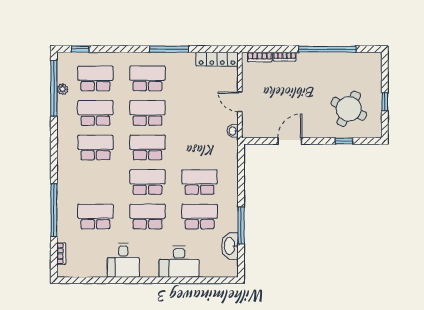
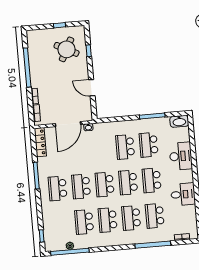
school desk: (95, 78) -> (131, 218), moved
door: (240, 102) -> (68, 124), width x1.87
washbasin: (230, 246) -> (179, 121), moved

